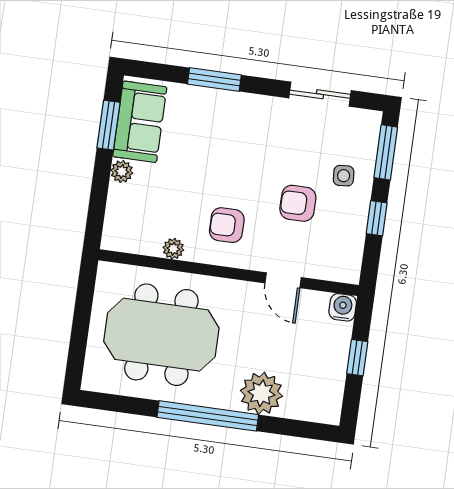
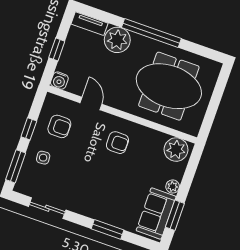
armchair: (298, 203) -> (59, 126), moved
plant: (173, 249) -> (176, 150), moved, width x1.88, depth x1.88
tv unit: (312, 411) -> (90, 24), added

